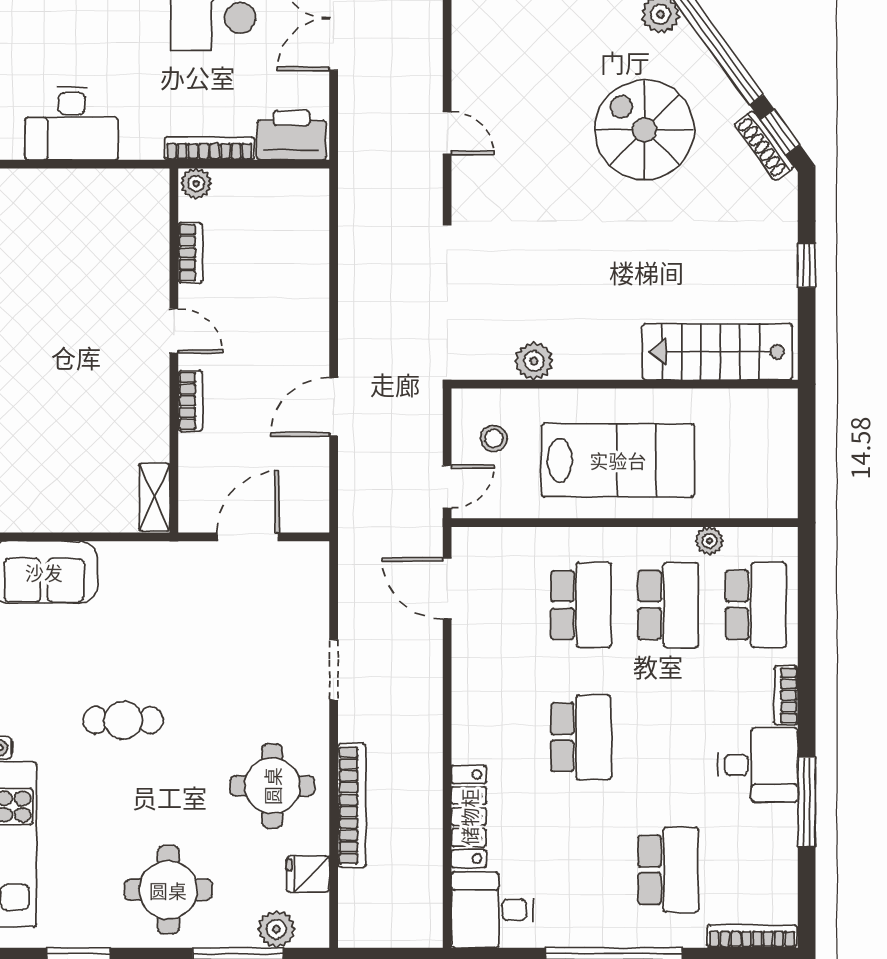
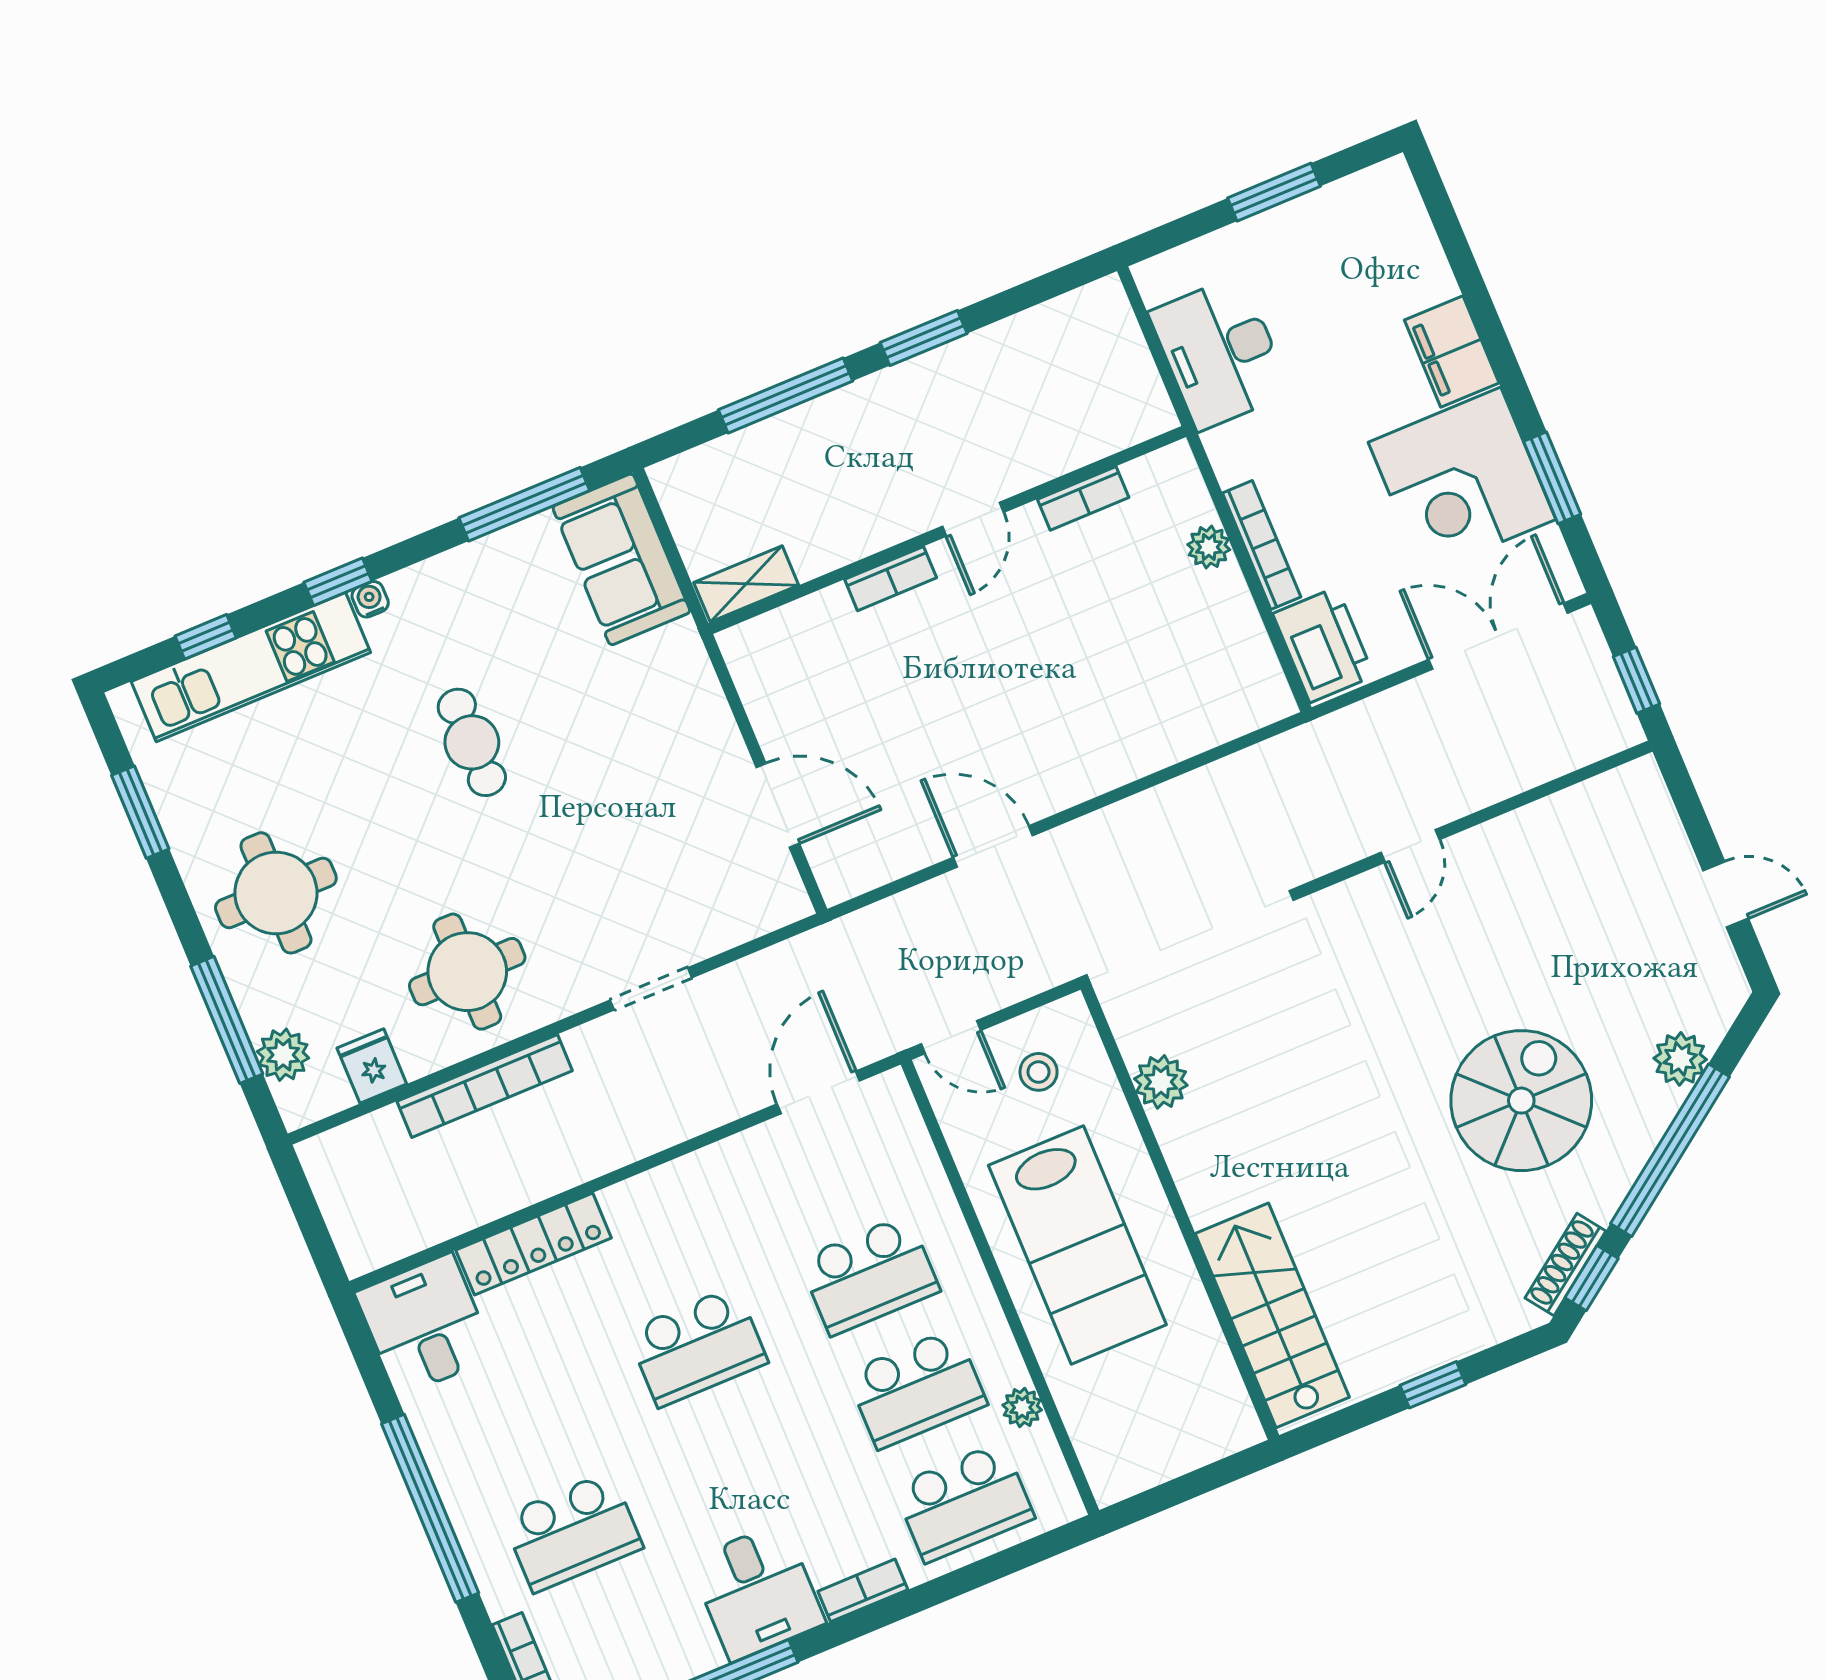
bookcase: (190, 253) -> (1083, 498), moved
door: (174, 331) -> (973, 519), moved
wall: (174, 351) -> (947, 530), moved
bookcase: (190, 401) -> (891, 579), moved
shelving: (154, 497) -> (746, 584), moved

